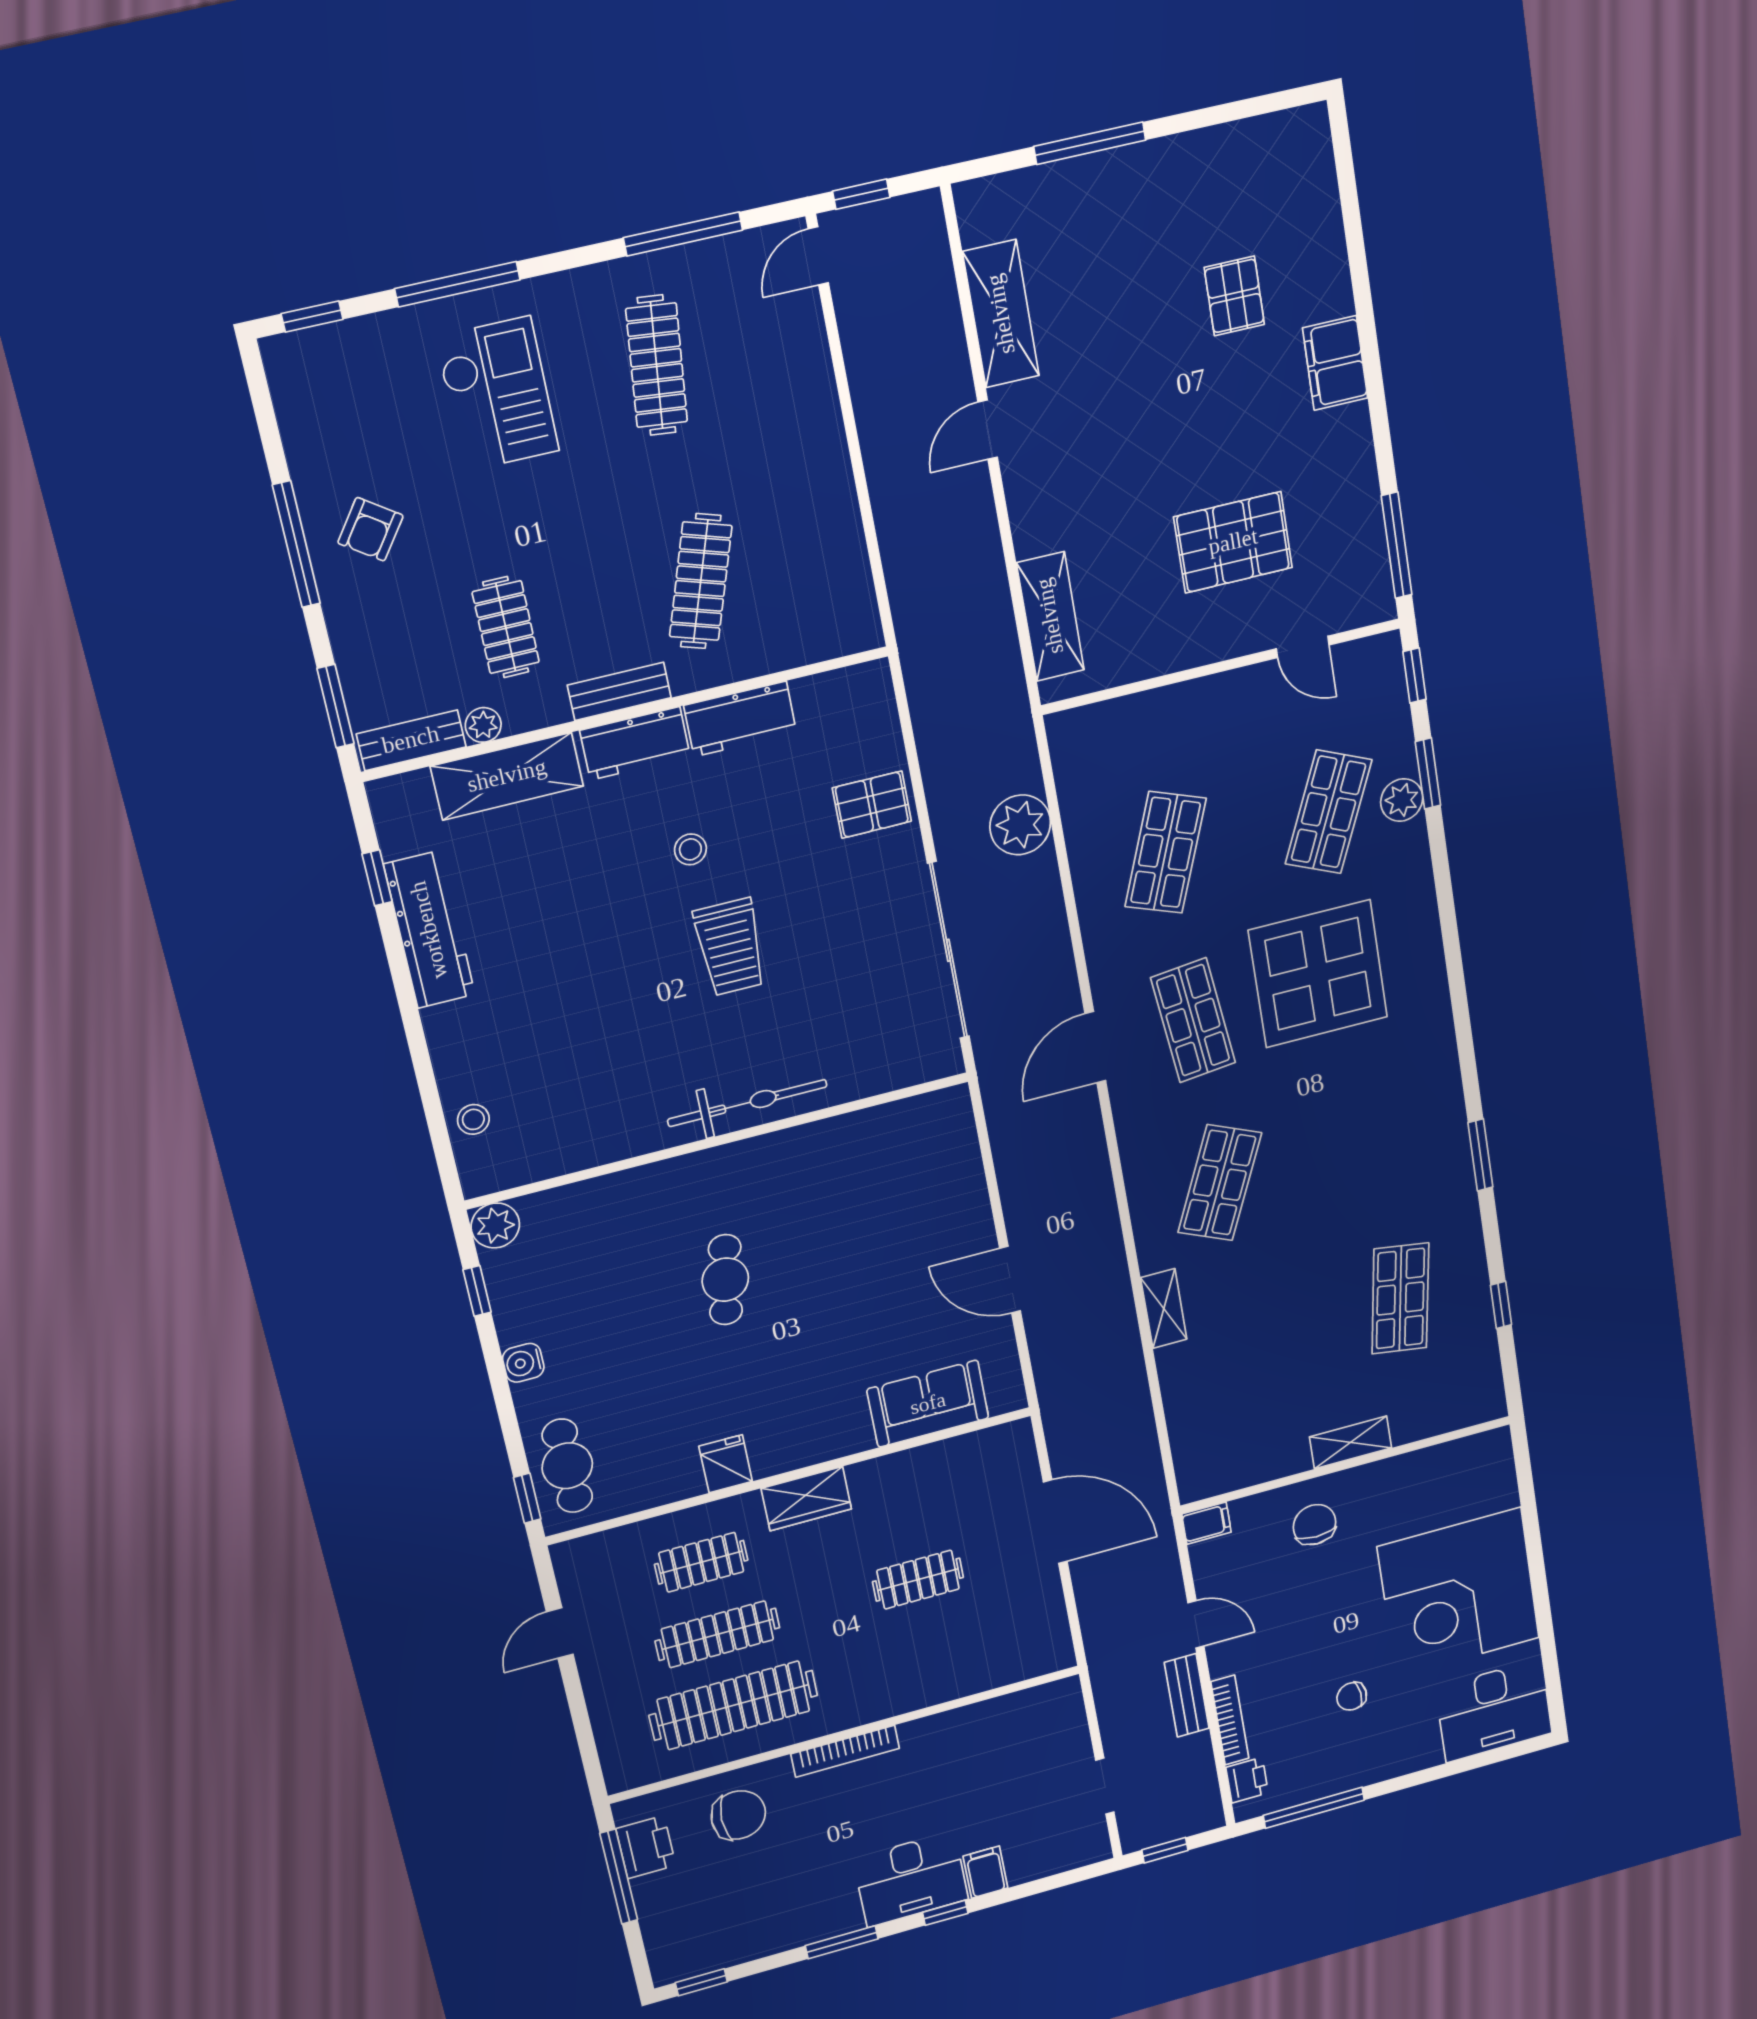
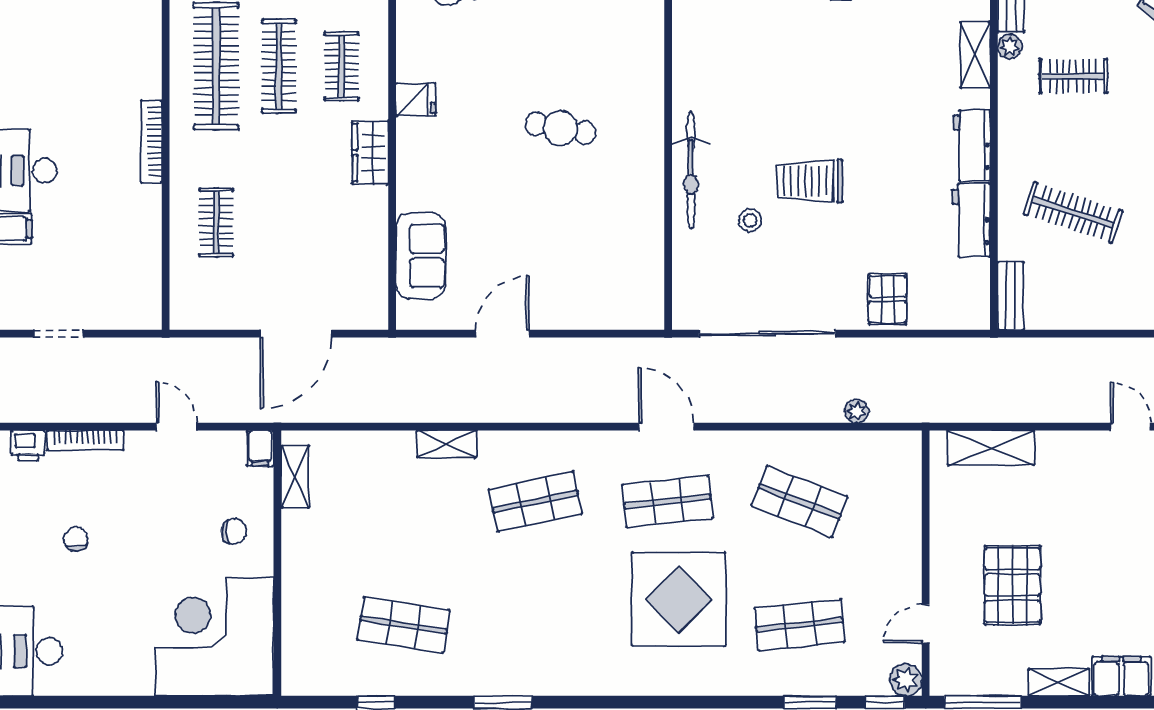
shelving: (1355, 448) -> (1059, 682), added
bench: (619, 691) -> (1011, 296), moved
shelving: (507, 776) -> (975, 55), width x0.67, depth x0.75
plant: (1402, 800) -> (906, 680), moved
shop shelf: (1329, 812) -> (799, 625), turned -30
plant: (1020, 825) -> (857, 411), width x0.53, depth x0.53
stool: (690, 849) -> (750, 220), moved
shop shelf: (1220, 1183) -> (535, 501), turned -36
shelving: (1351, 1442) -> (295, 477), moved
chair: (1314, 1525) -> (234, 531), width x0.73, depth x0.73
clothes rail: (918, 1580) -> (216, 222), moved
corner desk: (1459, 1592) -> (214, 637), moved
door: (1196, 1624) -> (177, 427), swing flipped
bench: (1187, 1695) -> (117, 410), removed
chair: (738, 1815) -> (122, 52), removed

